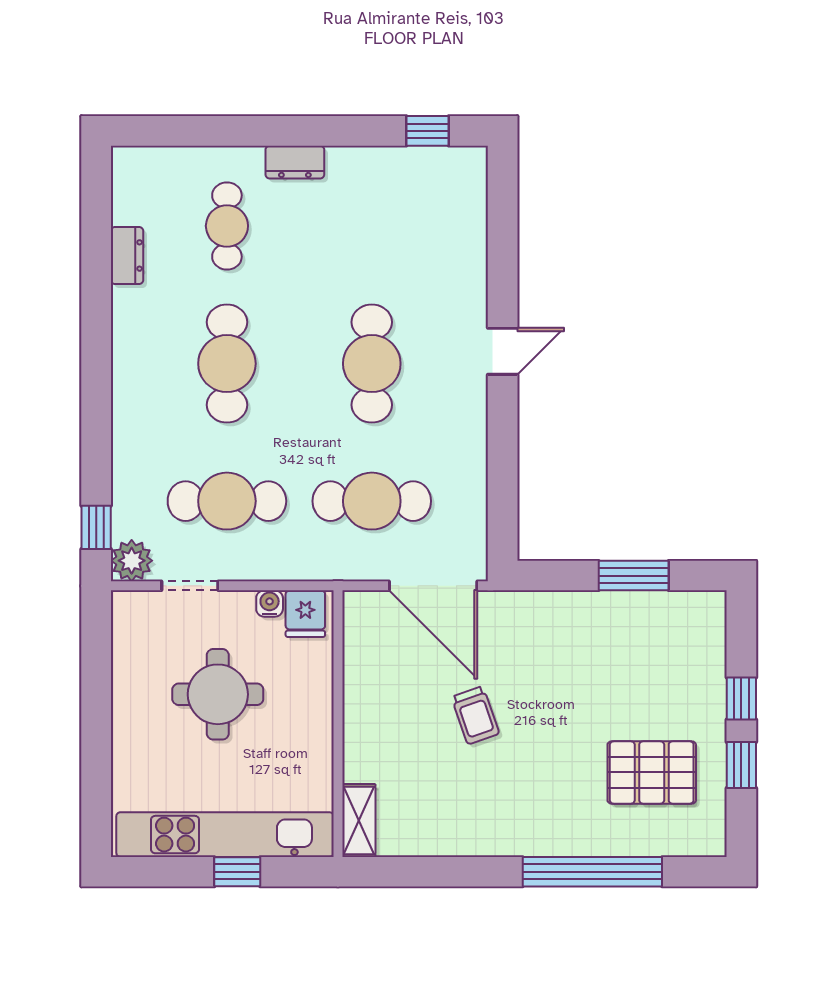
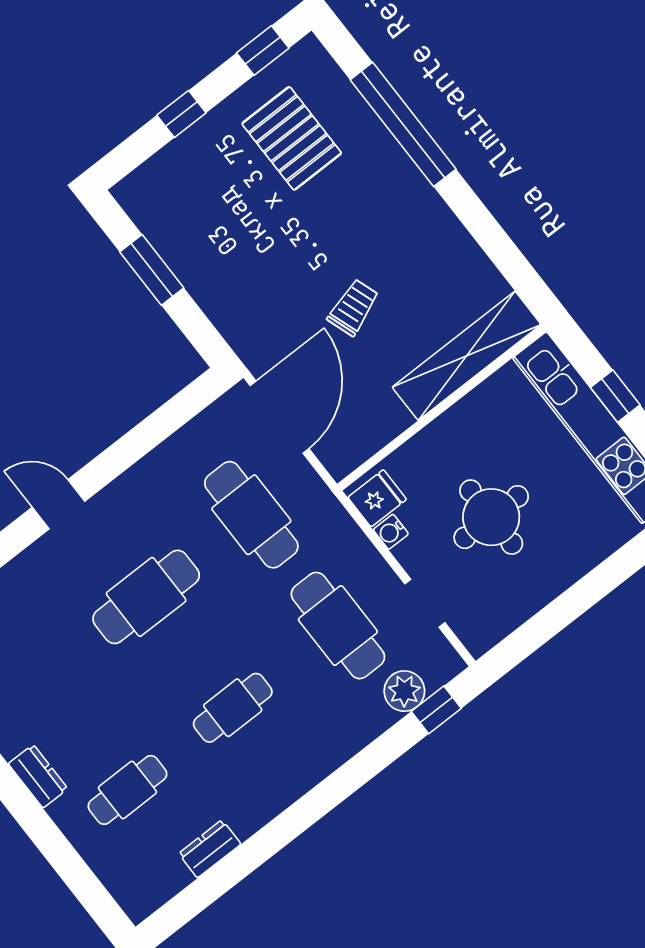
cafe table: (227, 364) -> (233, 708), width x0.73, depth x0.74
plant: (132, 561) -> (404, 691), moved
window: (741, 765) -> (263, 50), moved
shelving: (359, 820) -> (467, 356), width x2.20, depth x1.33

